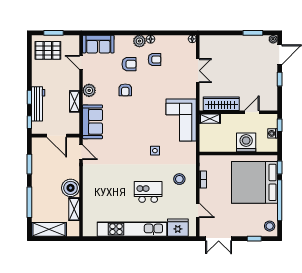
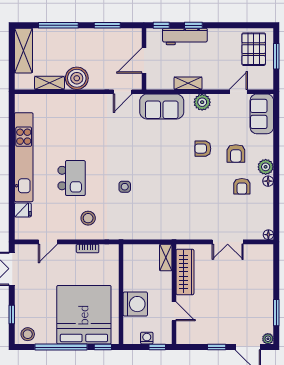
corner sofa: (181, 120) -> (164, 220), removed
fridge: (178, 228) -> (23, 210), width x0.53, depth x0.75

